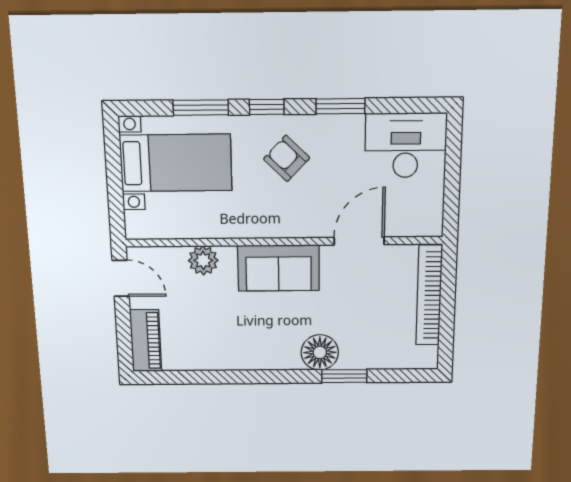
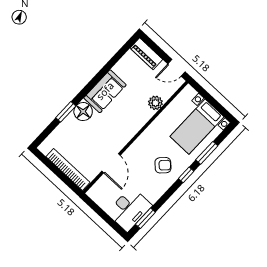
window: (340, 106) -> (145, 218), moved
sofa: (279, 268) -> (105, 91), moved, turned 180

